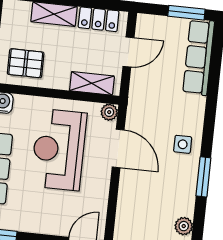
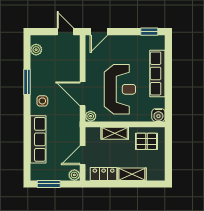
plant: (145, 23) -> (74, 175), added
row of seats: (199, 57) -> (38, 139), moved
shelving: (92, 83) -> (115, 133), moved

